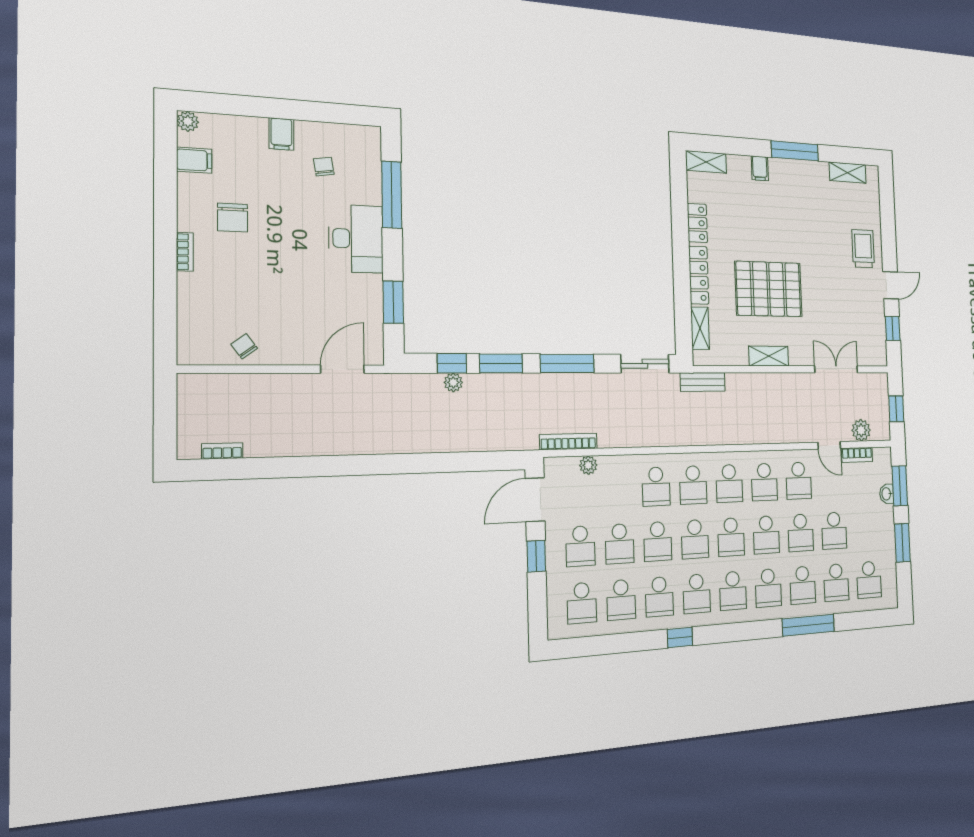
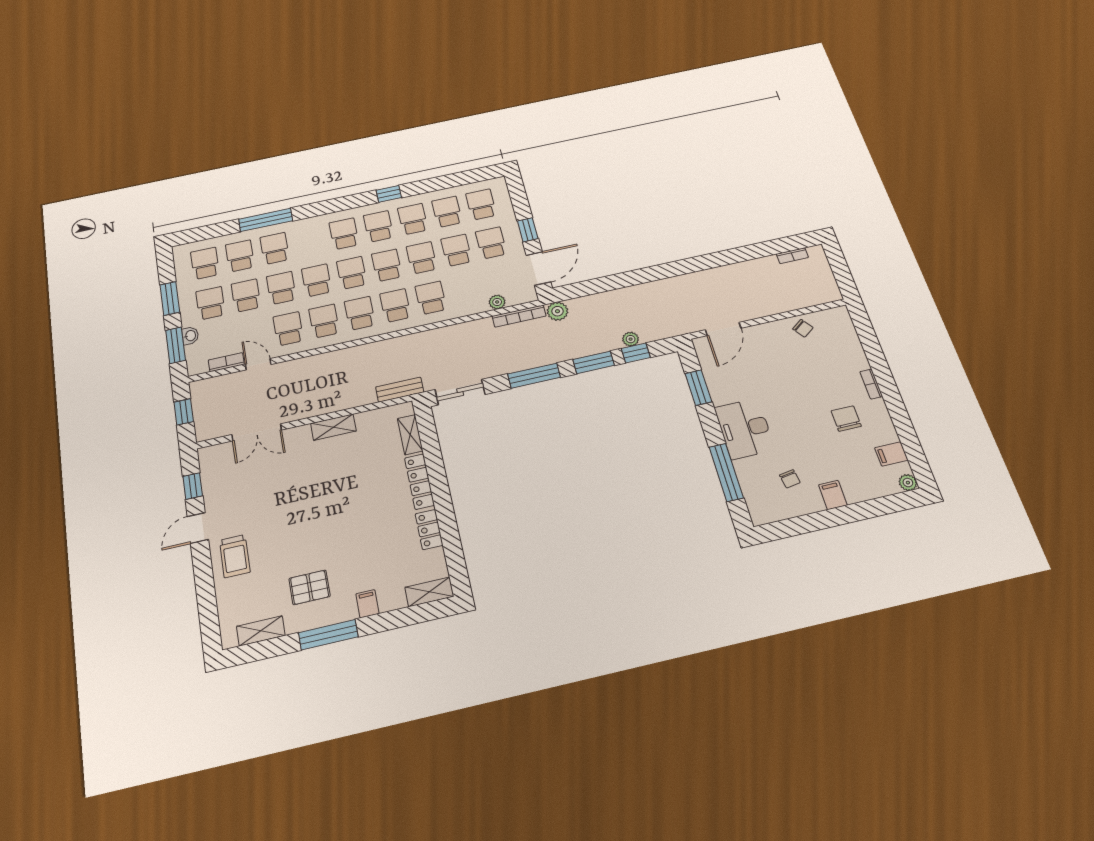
pallet: (769, 289) -> (310, 587), moved, width x0.49, depth x0.50
plant: (861, 430) -> (557, 311), moved
school desk: (768, 588) -> (210, 303), moved

